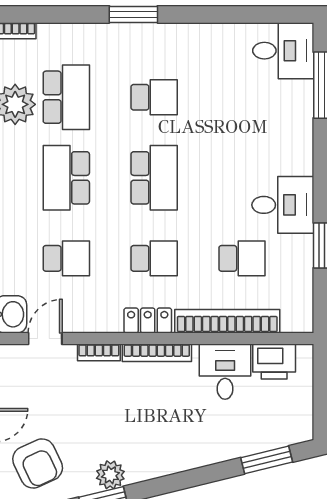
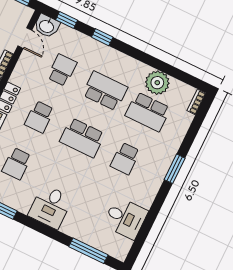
desk: (283, 51) -> (125, 218), moved, turned -90
desk: (283, 205) -> (50, 207), moved
school desk: (66, 258) -> (62, 70), turned 180

